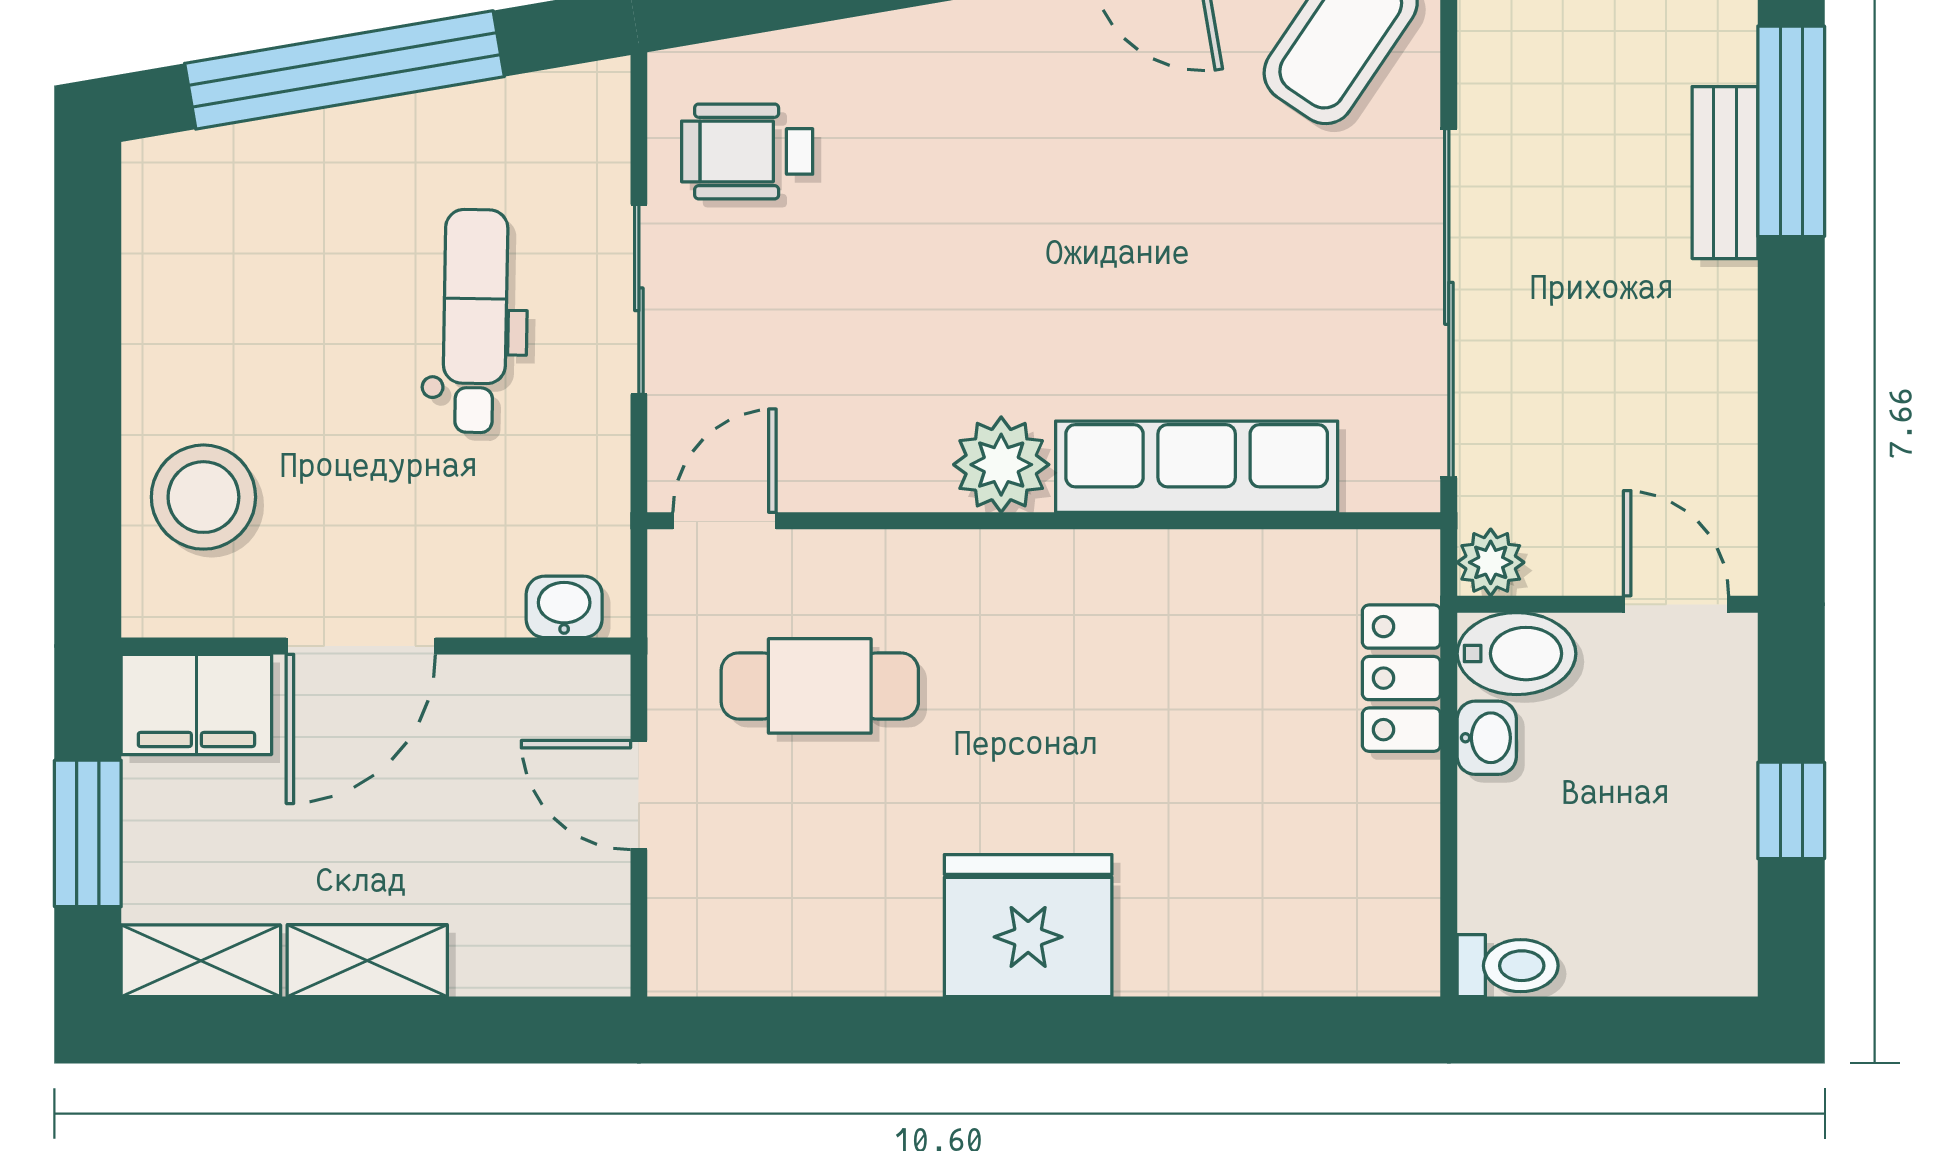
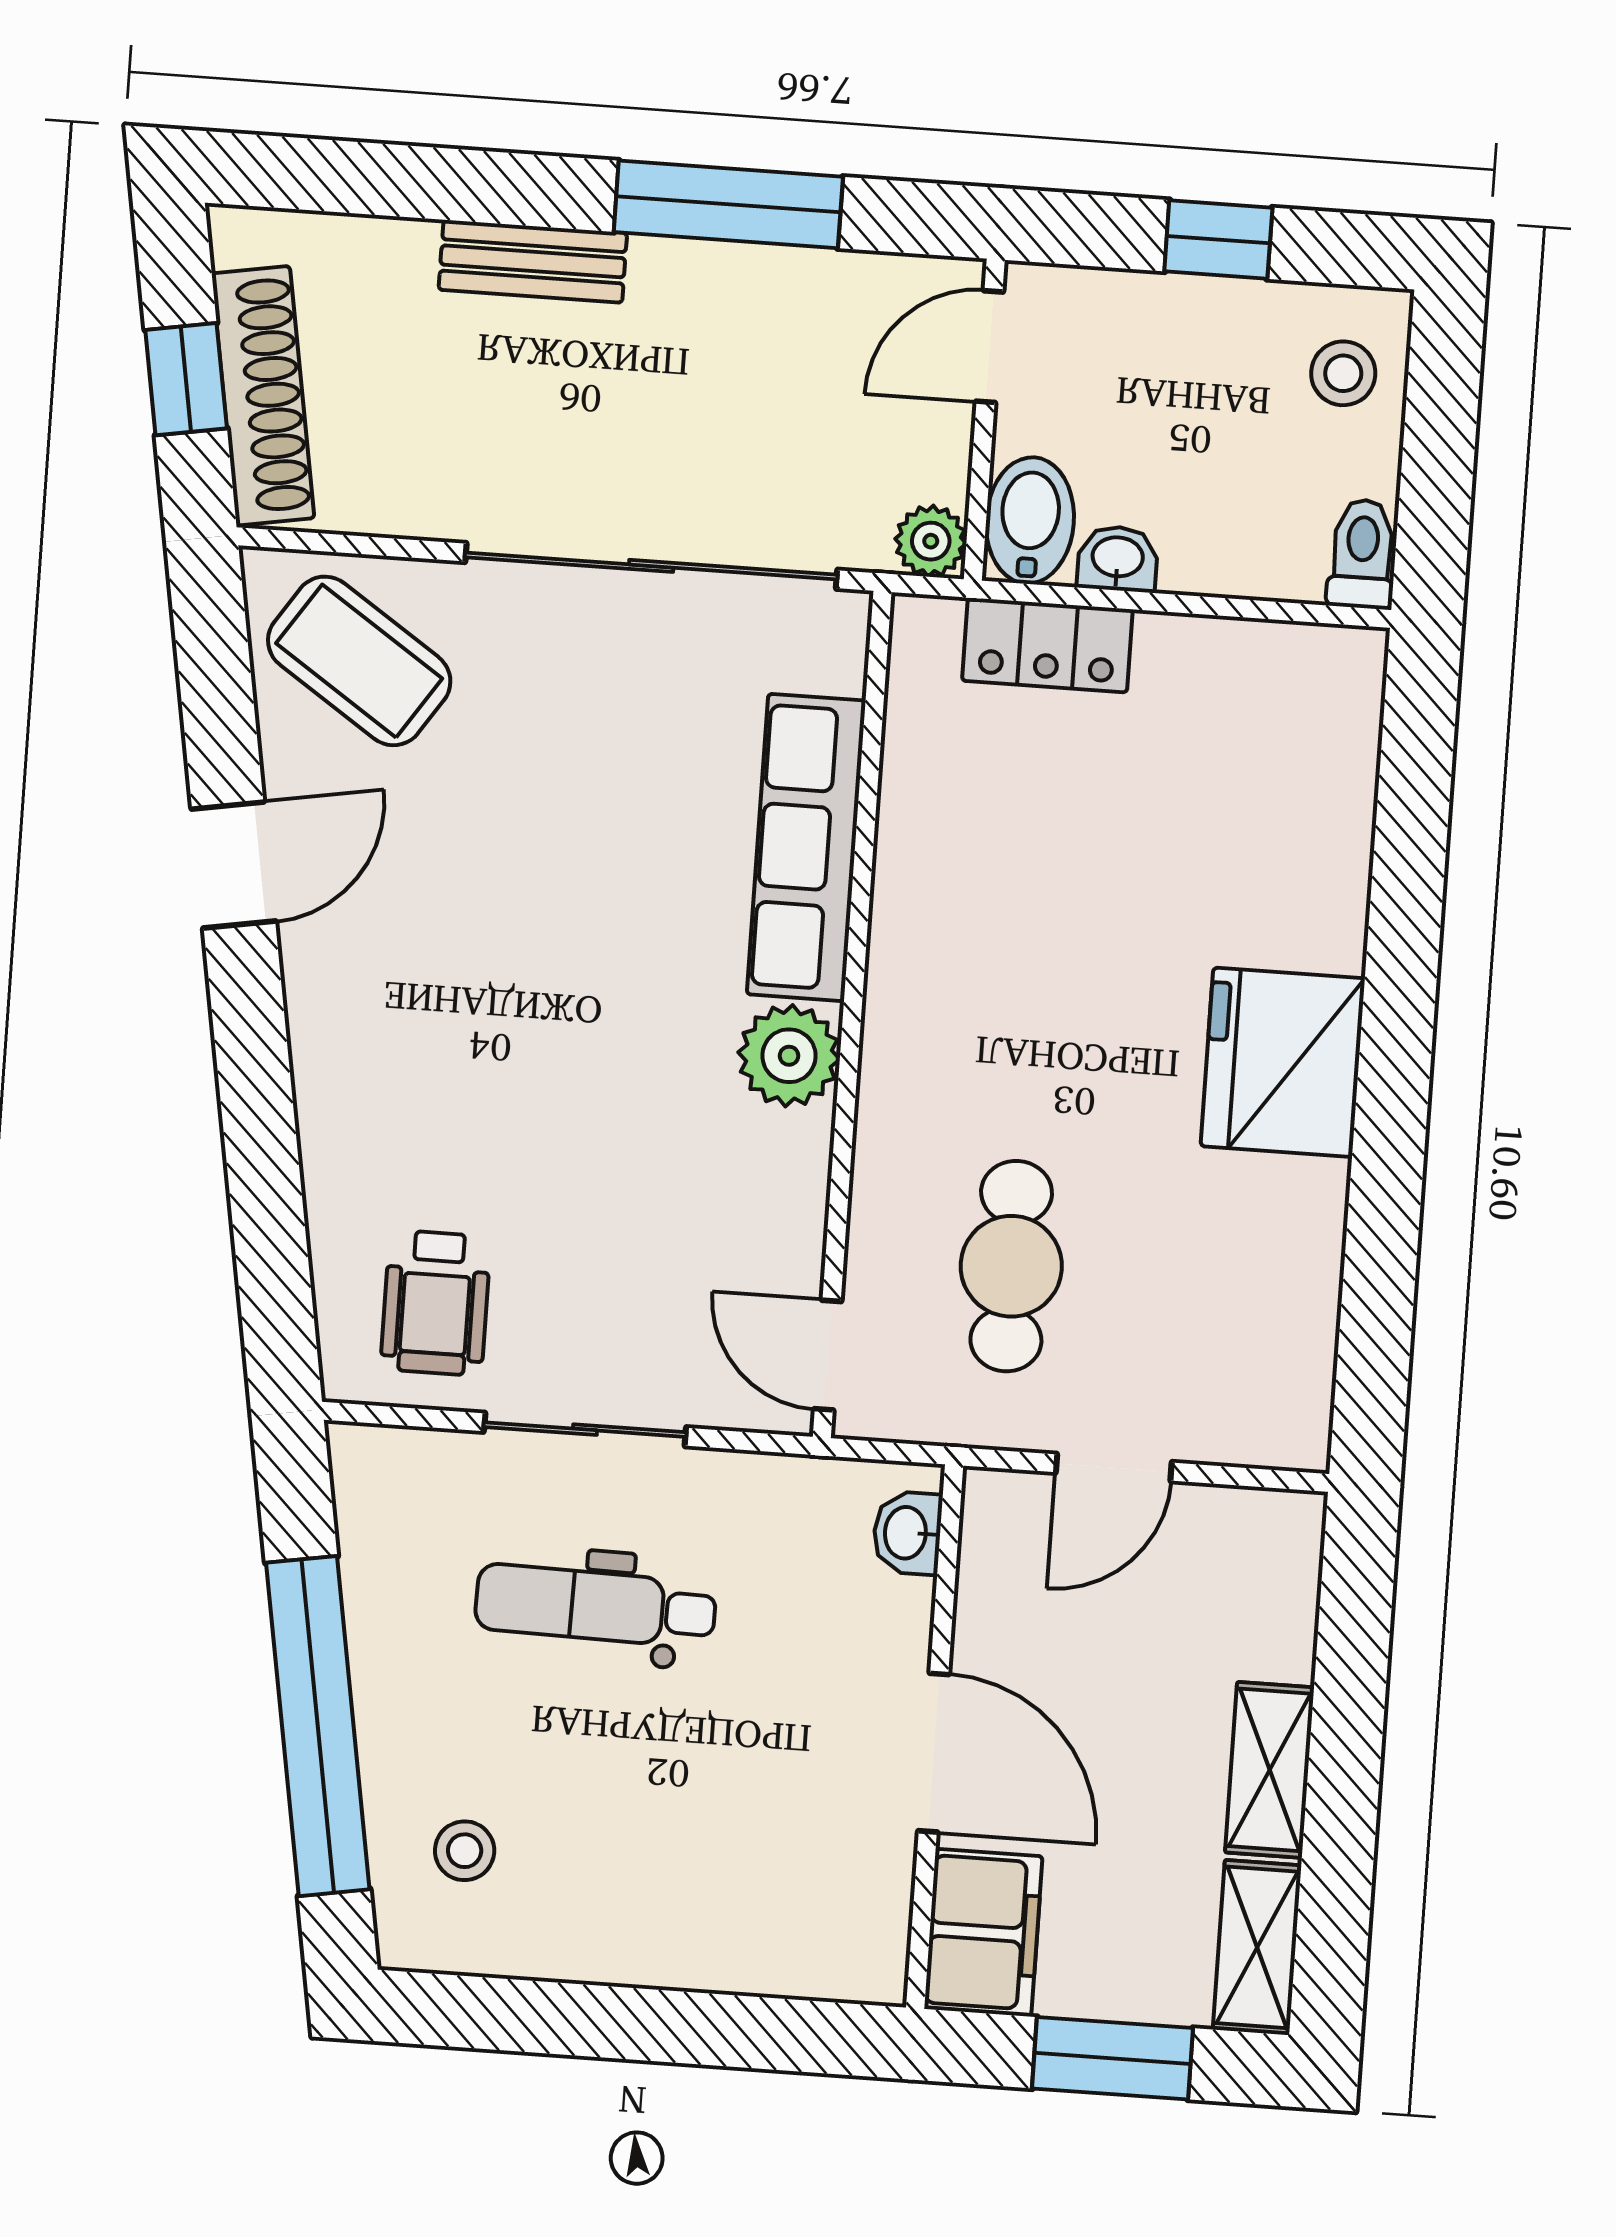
window: (1791, 131) -> (728, 204), moved
stool: (203, 497) -> (465, 1851), moved, width x0.53, depth x0.53
stool: (1675, 936) -> (1343, 373), added

